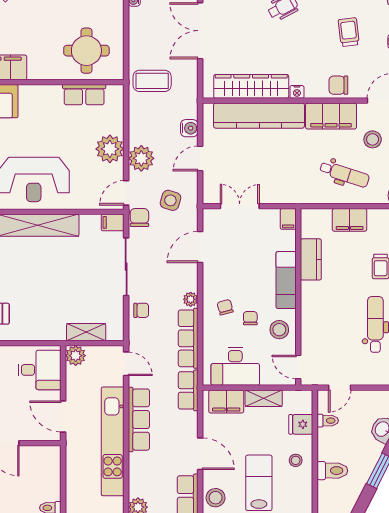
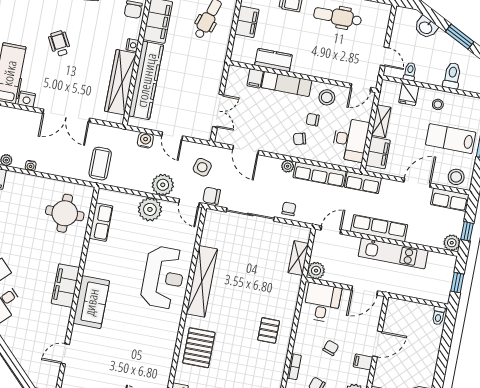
double door: (240, 206) -> (218, 111), swing flipped
filing cabinet: (288, 219) -> (255, 78), moved, turned 90
filing cabinet: (113, 222) -> (211, 219), removed
kitchen unit: (113, 441) -> (393, 253), width x0.73

